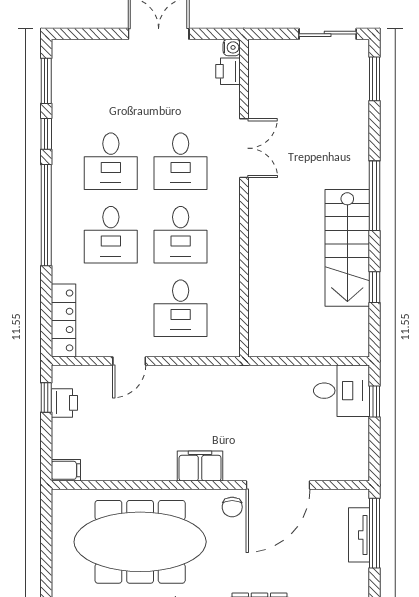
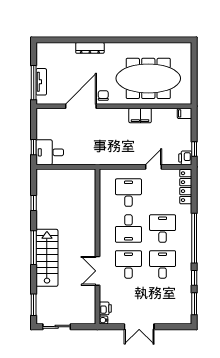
desk: (181, 235) -> (128, 229), turned 180
stairs: (347, 248) -> (47, 258), moved
printer: (64, 403) -> (185, 158), moved
filing cabinet: (200, 466) -> (140, 115), moved

